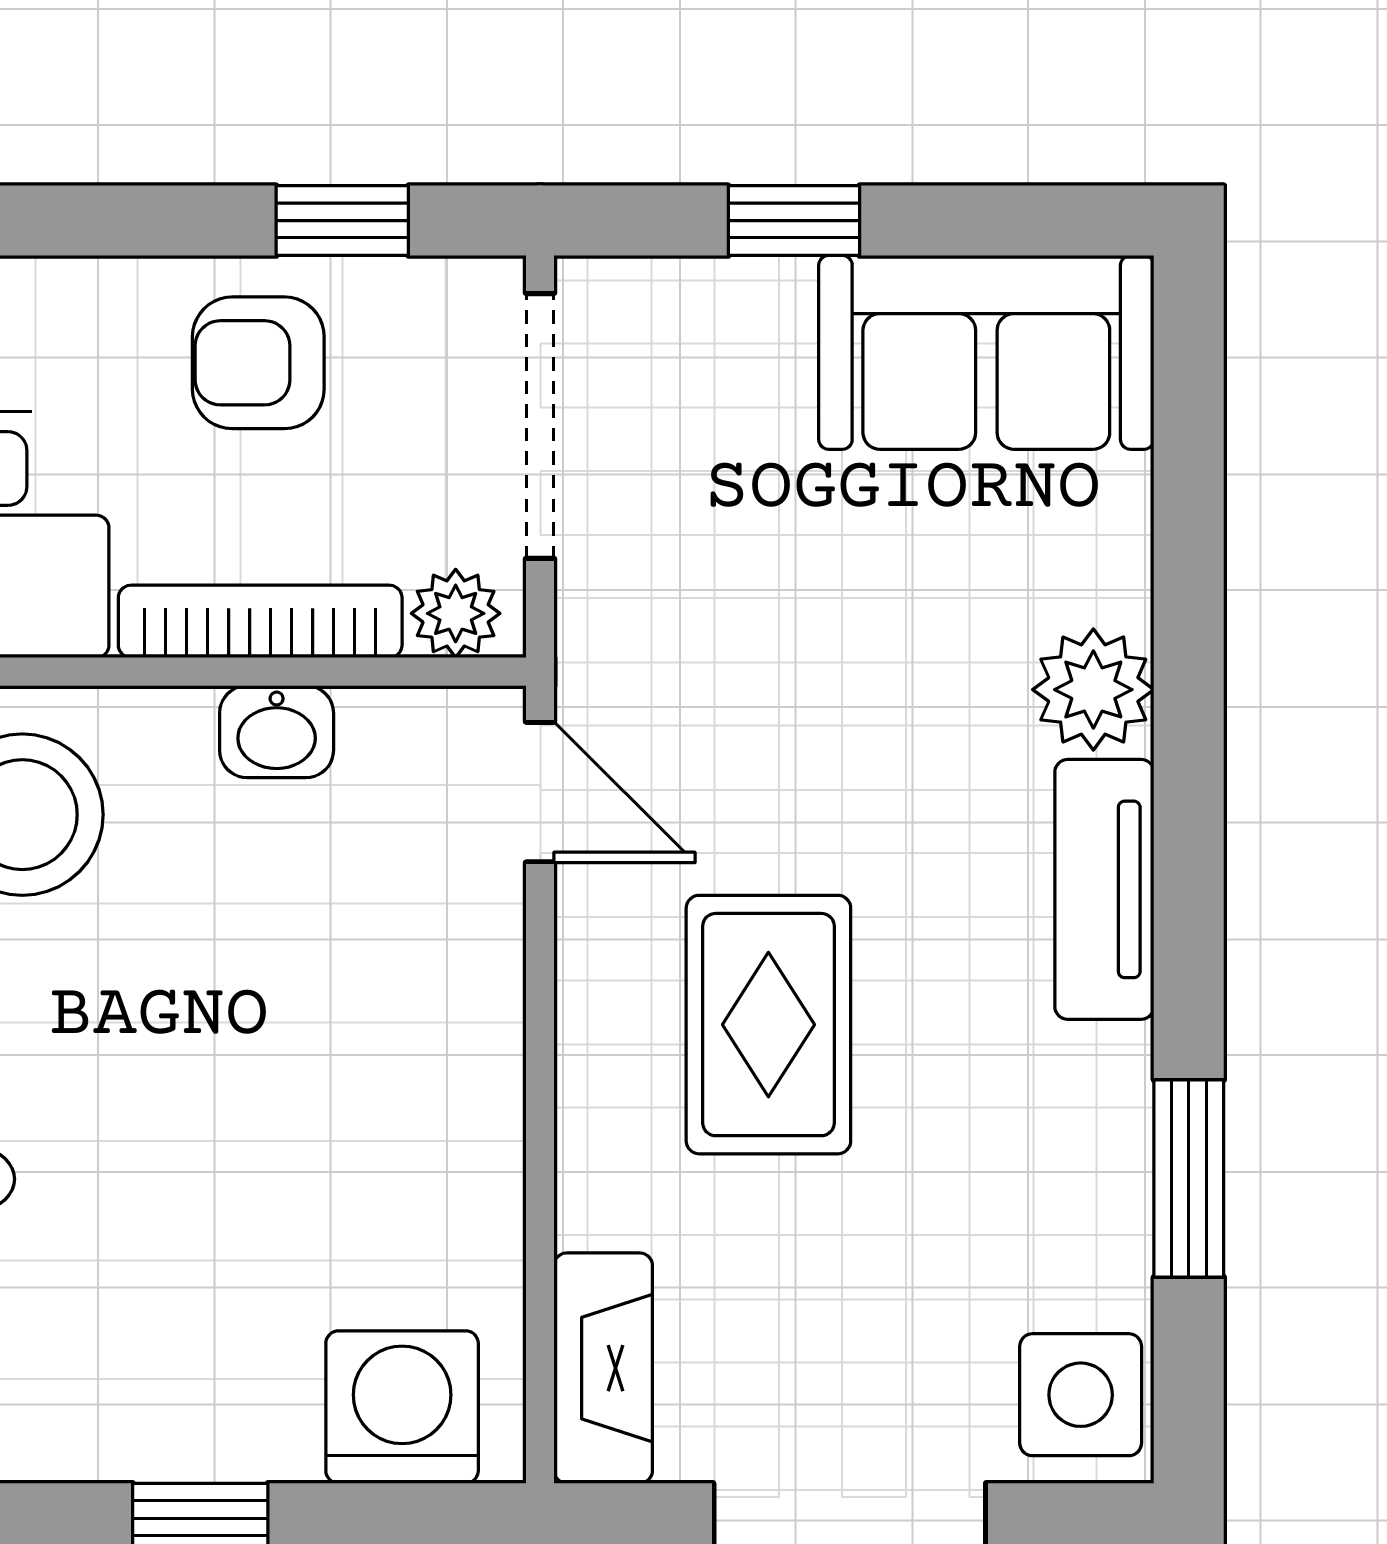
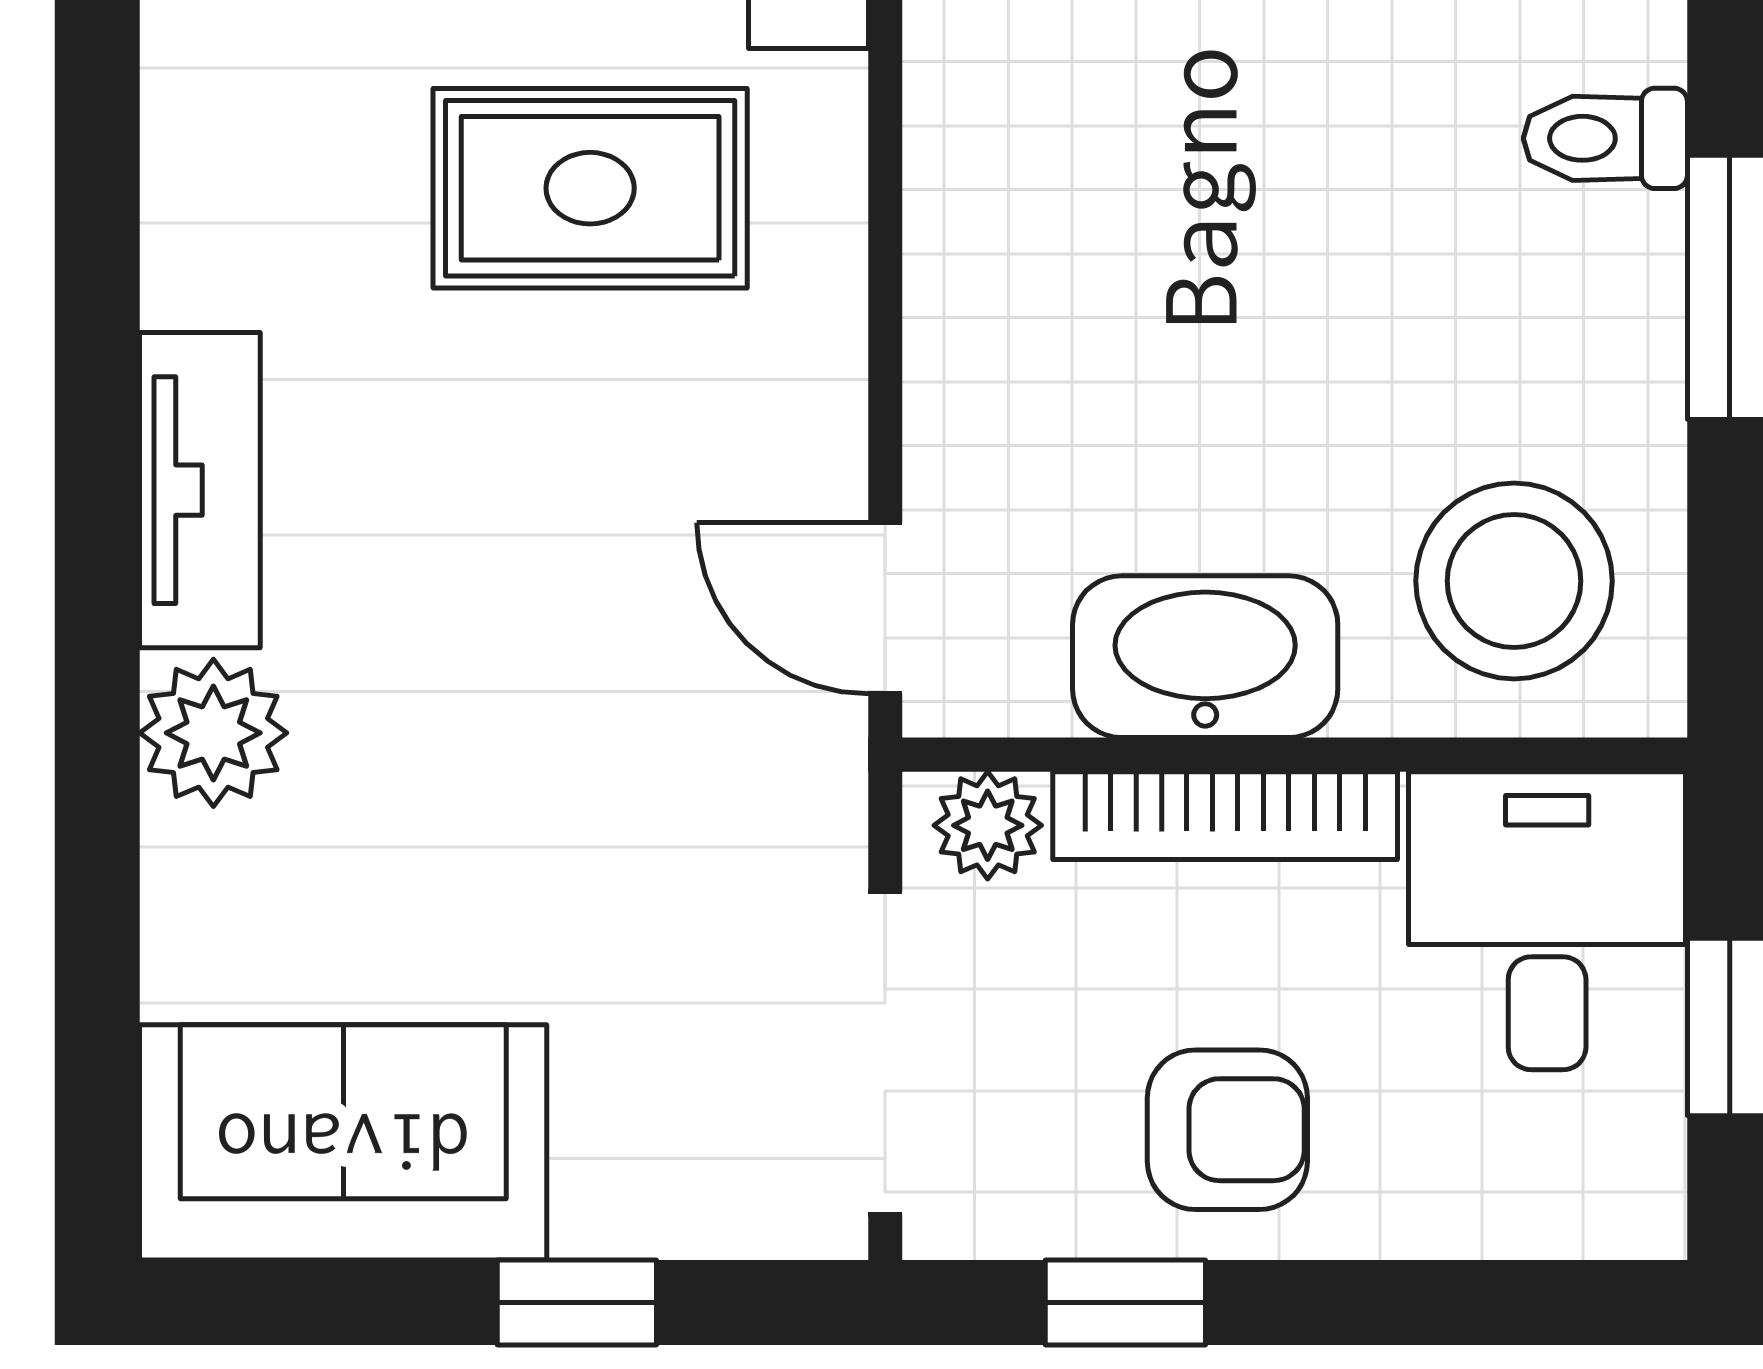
washbasin: (277, 732) -> (1205, 657), width x1.91, depth x1.45
rug: (768, 1025) -> (590, 188), moved, turned 90
window: (1189, 1179) -> (97, 139), removed

